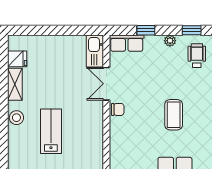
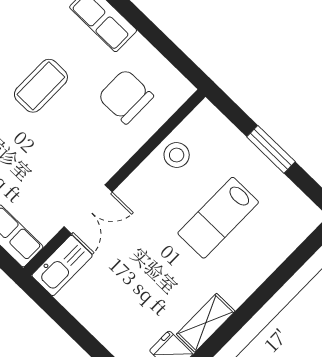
chair: (118, 109) -> (126, 96), moved, width x1.87, depth x1.87
stool: (16, 118) -> (177, 155), moved

